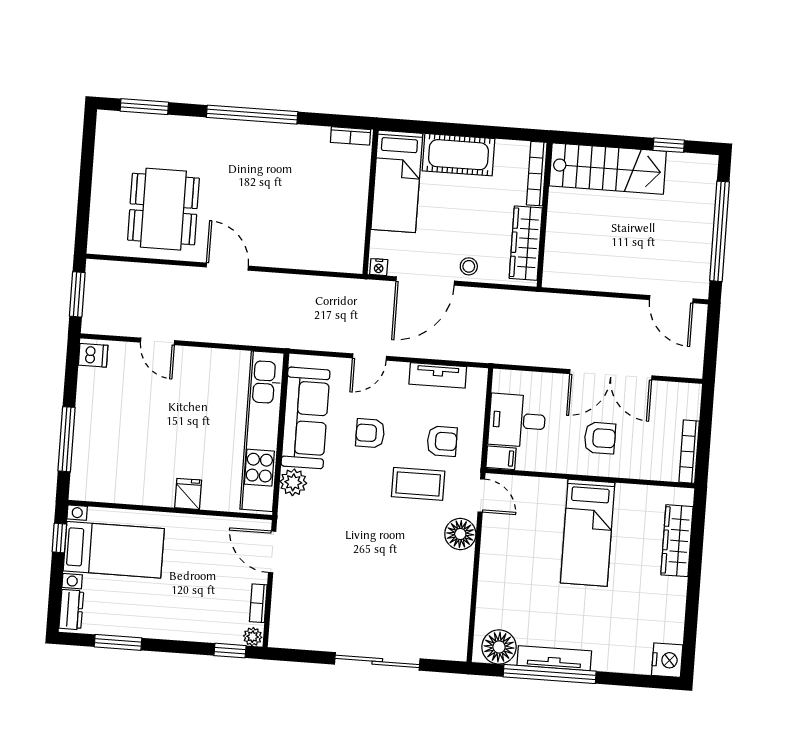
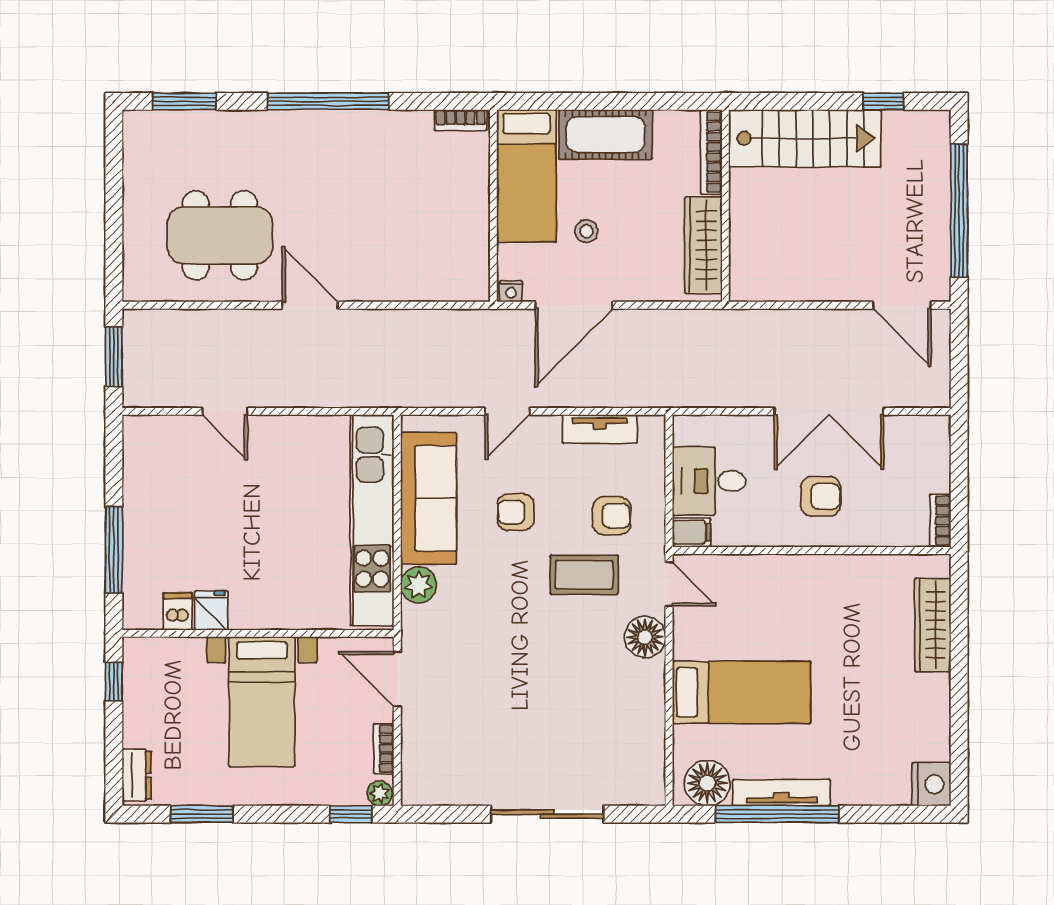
dining table: (163, 209) -> (220, 235), turned 90
stool: (469, 266) -> (586, 231), moved
dishwasher: (93, 355) -> (178, 611), moved, turned -90
bookcase: (689, 452) -> (940, 521), width x0.64
fridge: (188, 494) -> (211, 610), moved
bed: (588, 533) -> (742, 692), moved, turned -90
bed with nightstands: (114, 550) -> (262, 702), moved, turned 90

